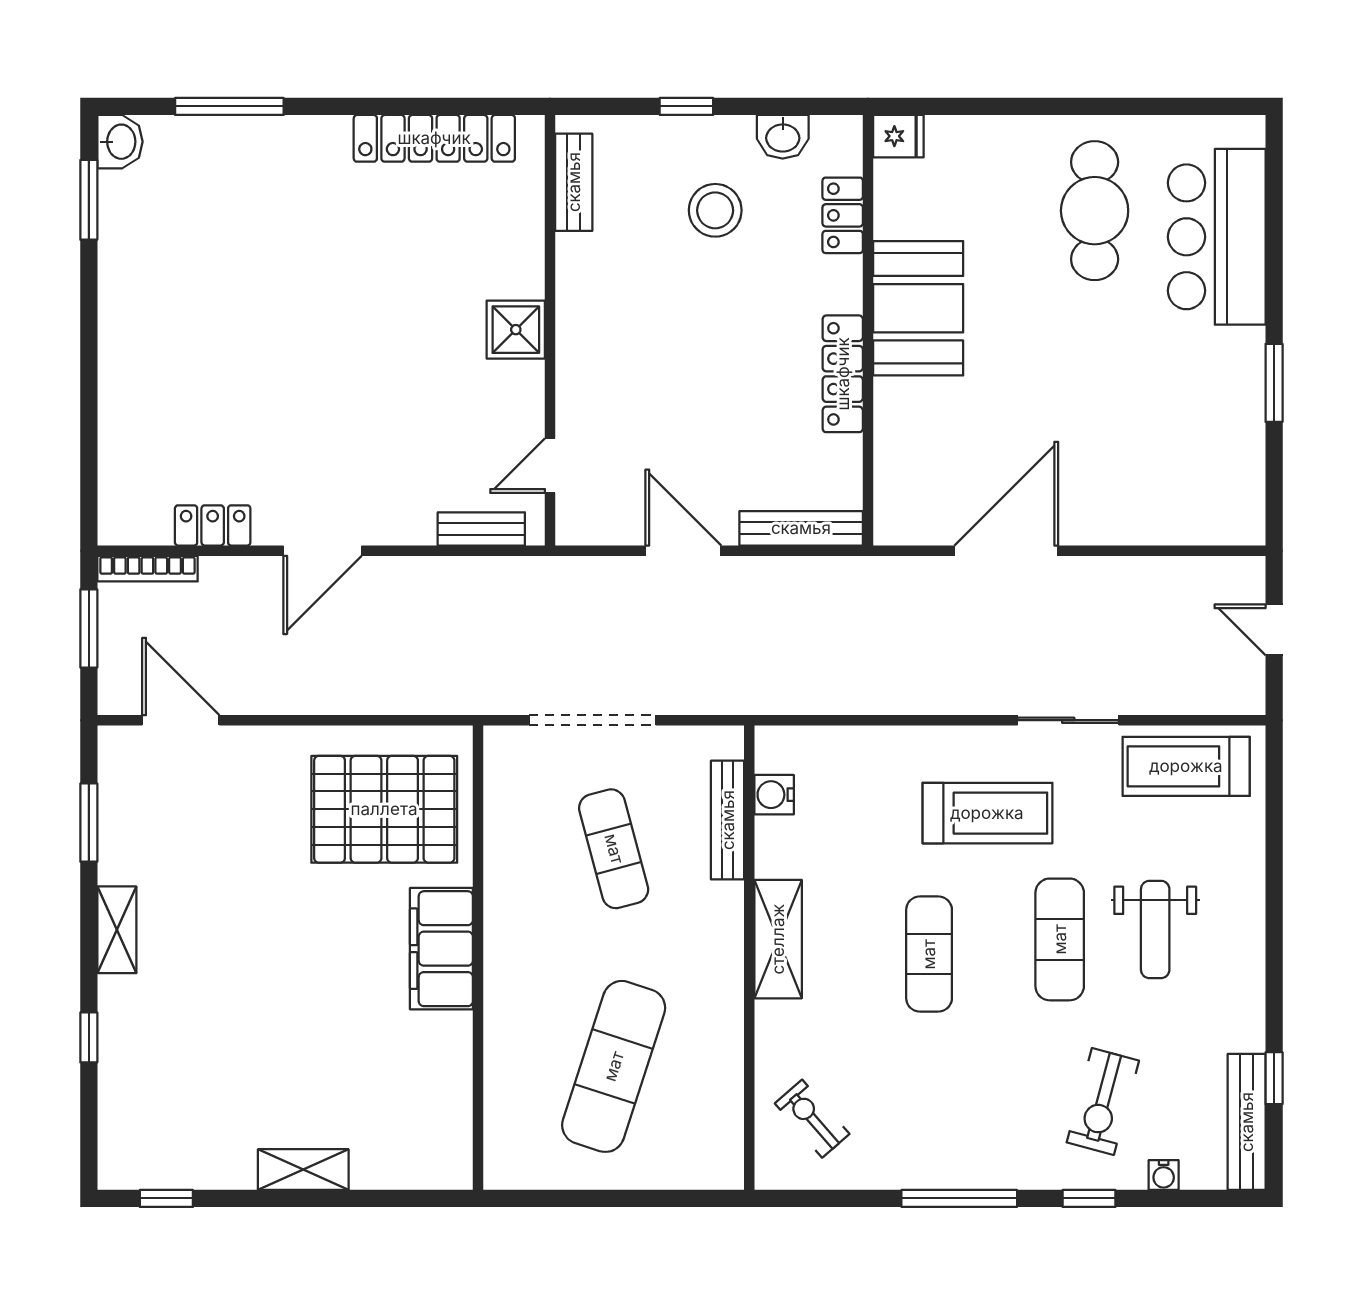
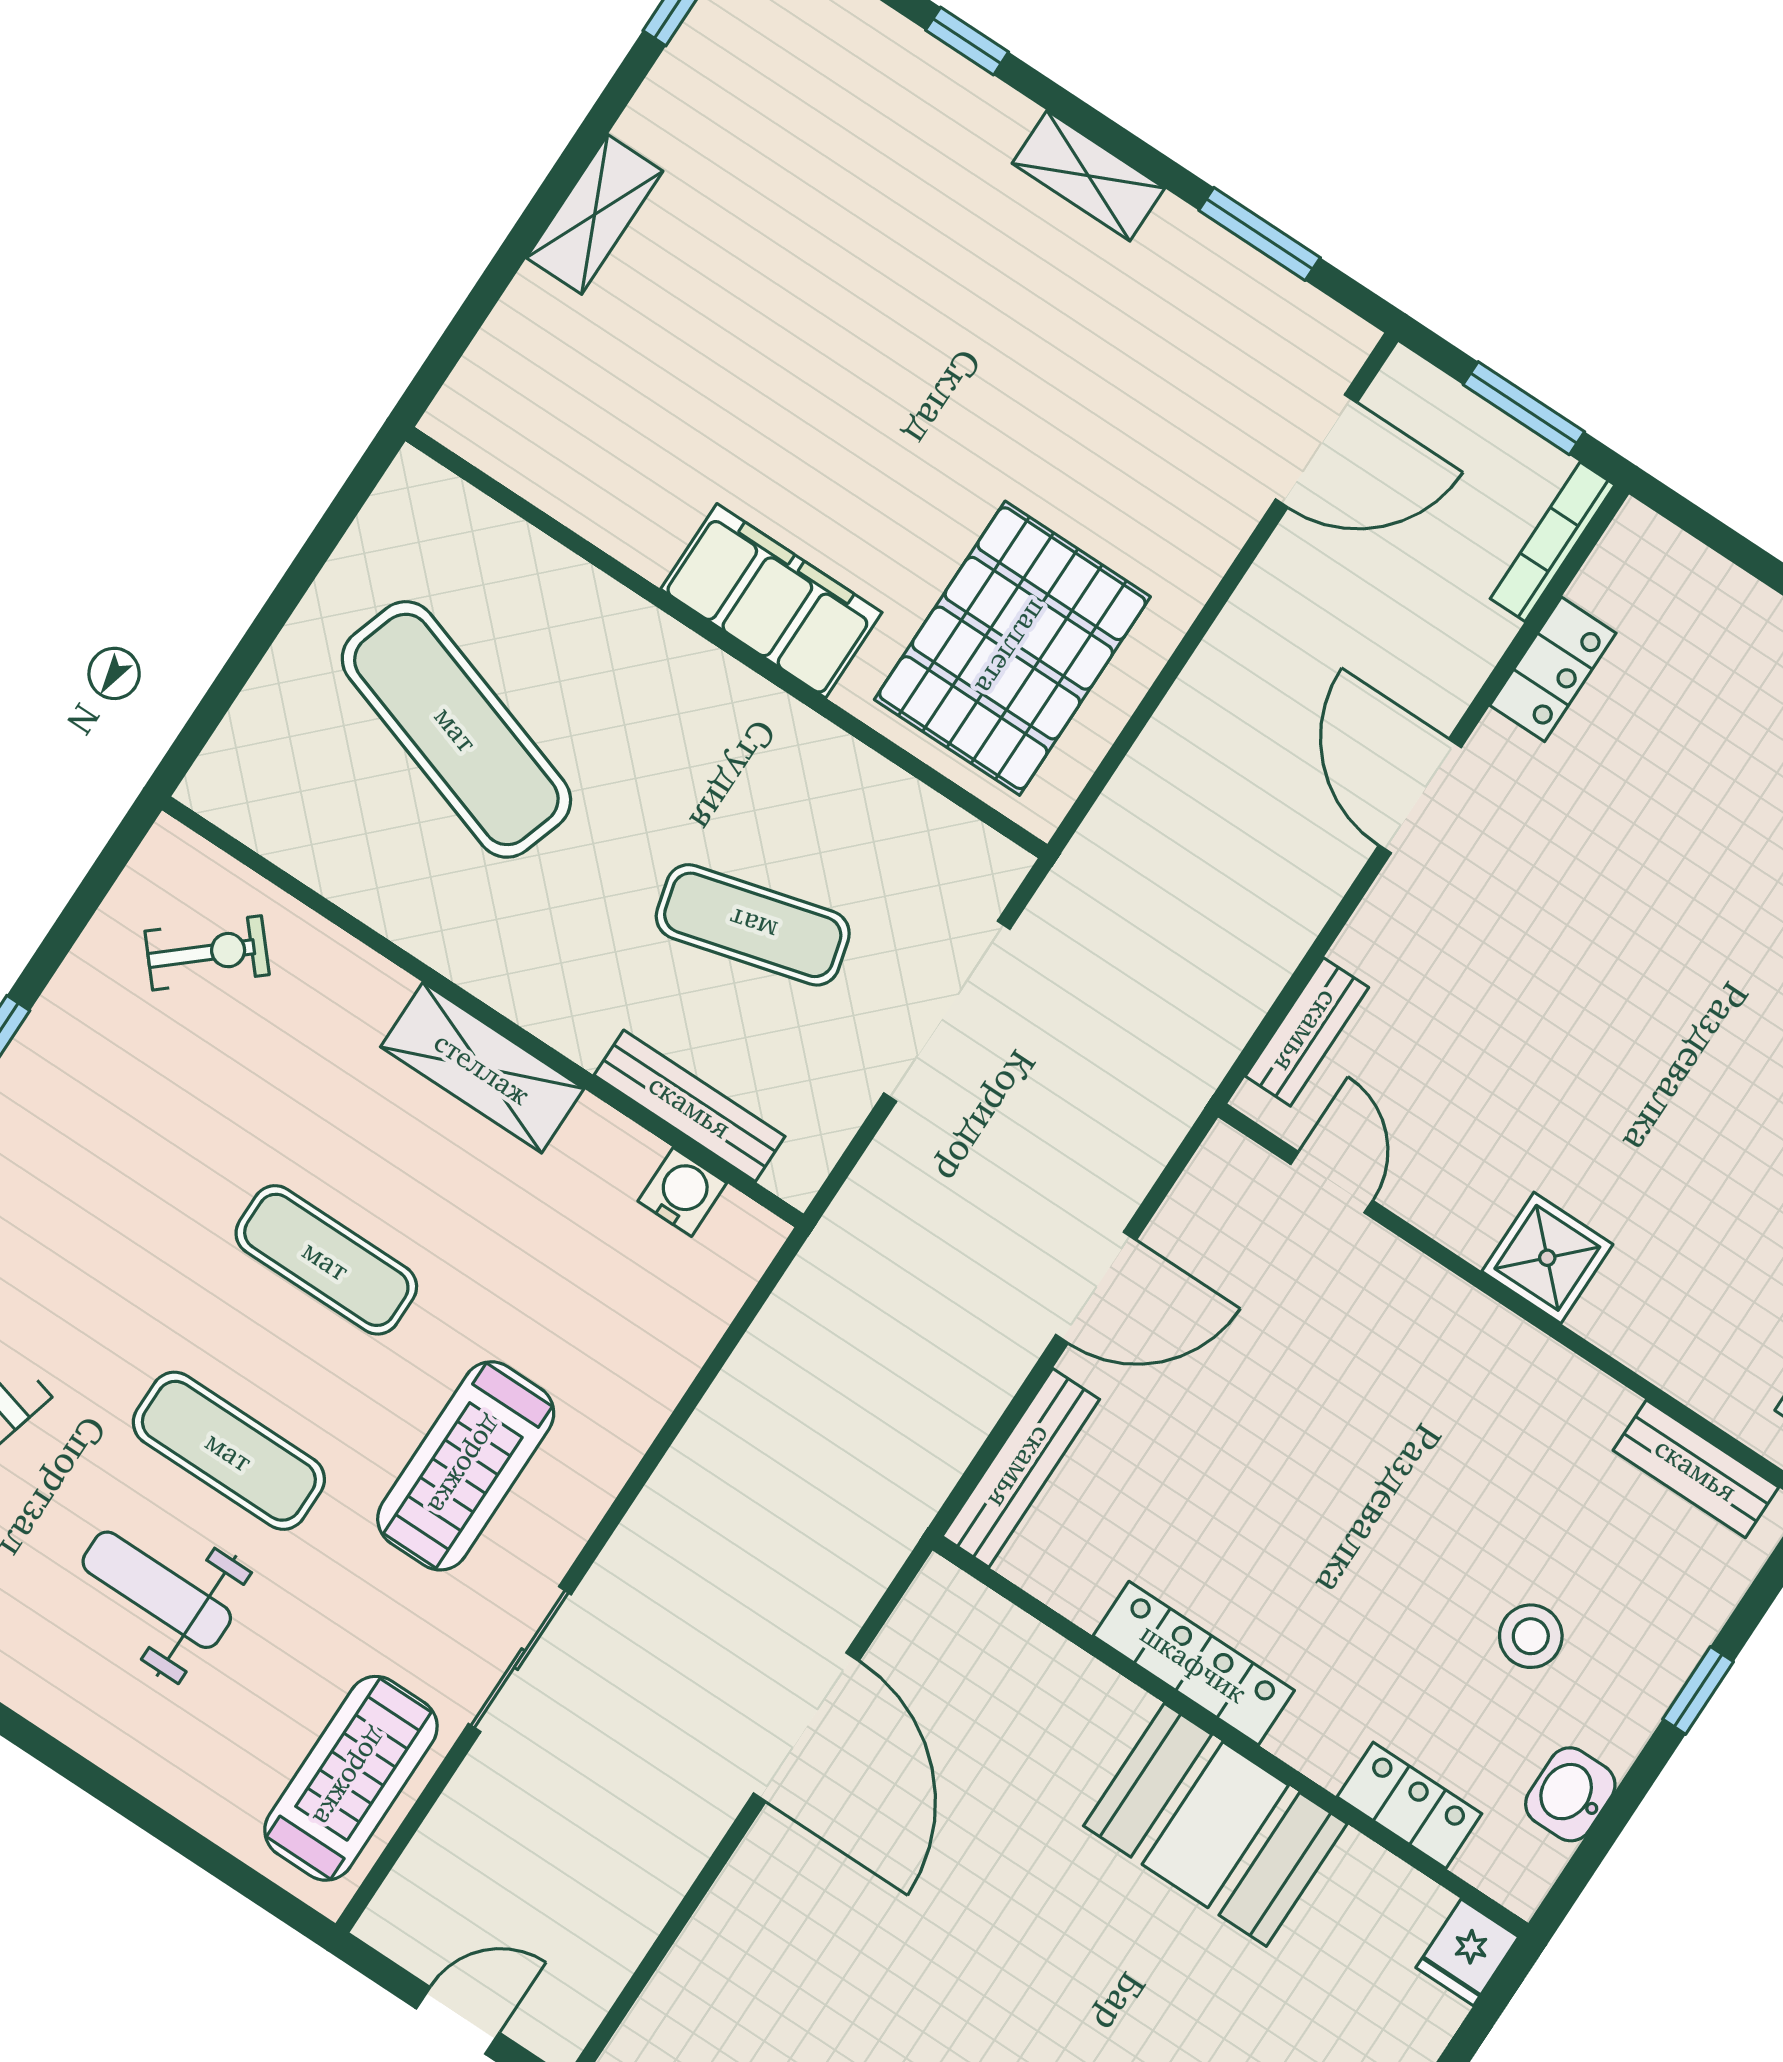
stool: (715, 210) -> (1531, 1636), width x0.73, depth x0.73

